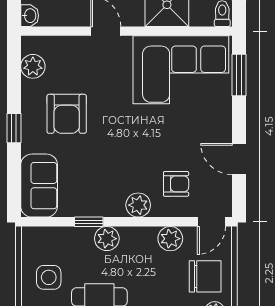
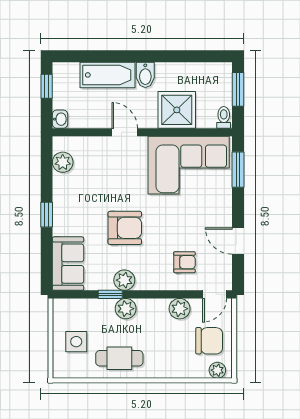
armchair: (67, 114) -> (125, 228), moved, turned -90
plant: (138, 205) -> (124, 280), moved

